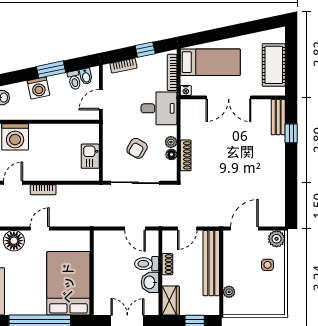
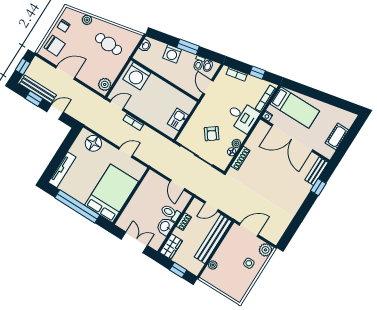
cot: (274, 65) -> (337, 137), width x0.73, depth x0.75
double door: (229, 97) -> (292, 138), width x1.36
door: (101, 100) -> (208, 87), hinge flipped
armchair: (137, 148) -> (212, 134), turned -67
door: (40, 228) -> (126, 152), moved

